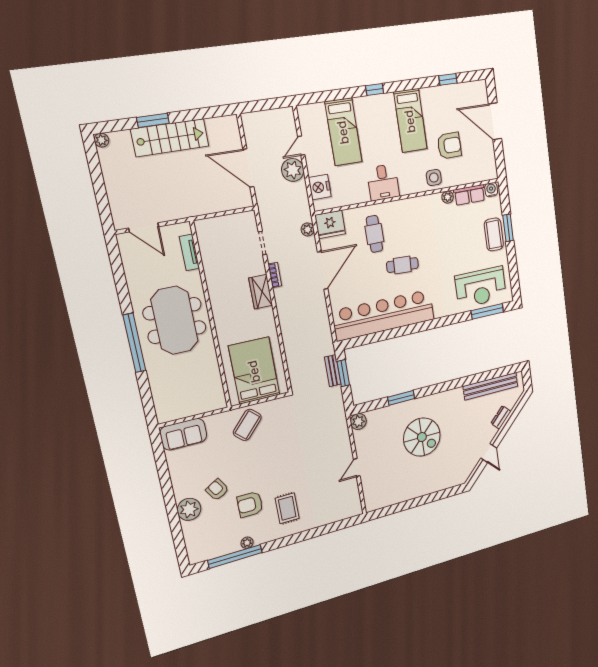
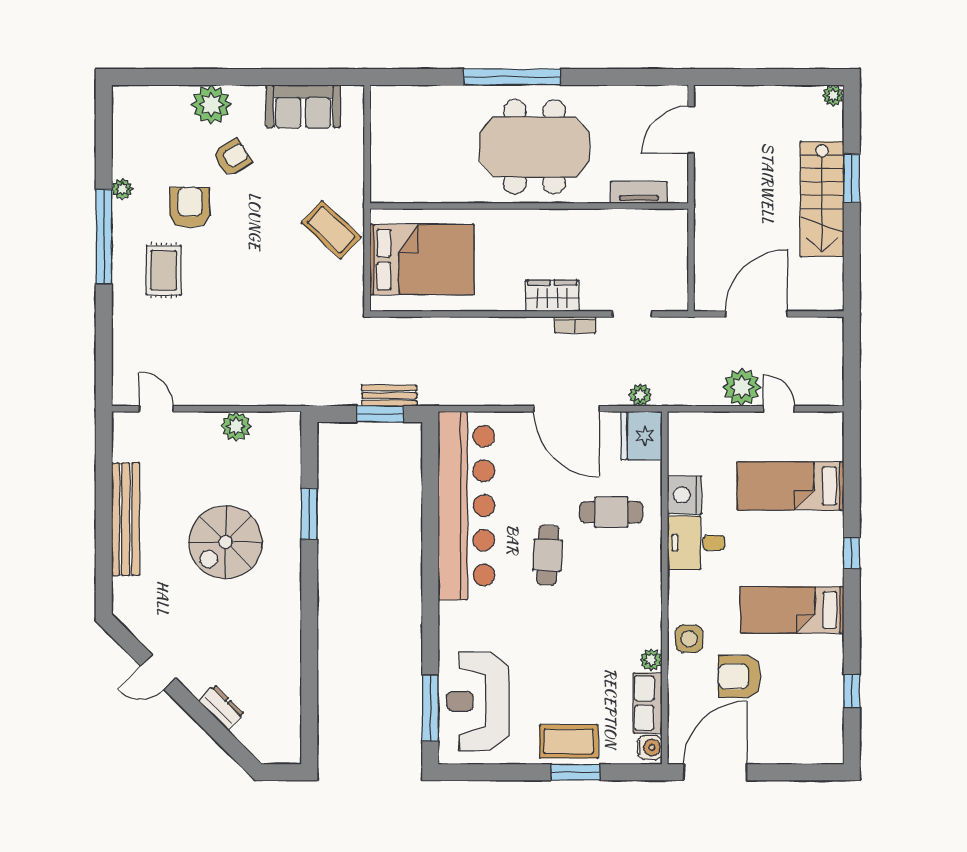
door: (495, 121) -> (715, 772), moved
armchair: (449, 146) -> (740, 677), turned 91
nightstand: (320, 187) -> (685, 495), moved, turned -90
bench: (491, 386) -> (126, 519), moved
plant: (358, 421) -> (236, 426), moved
sofa: (183, 434) -> (303, 106), moved, turned -90
door: (357, 468) -> (156, 409), moved
rug: (287, 508) -> (164, 270), turned 90
window: (235, 556) -> (104, 237), moved

